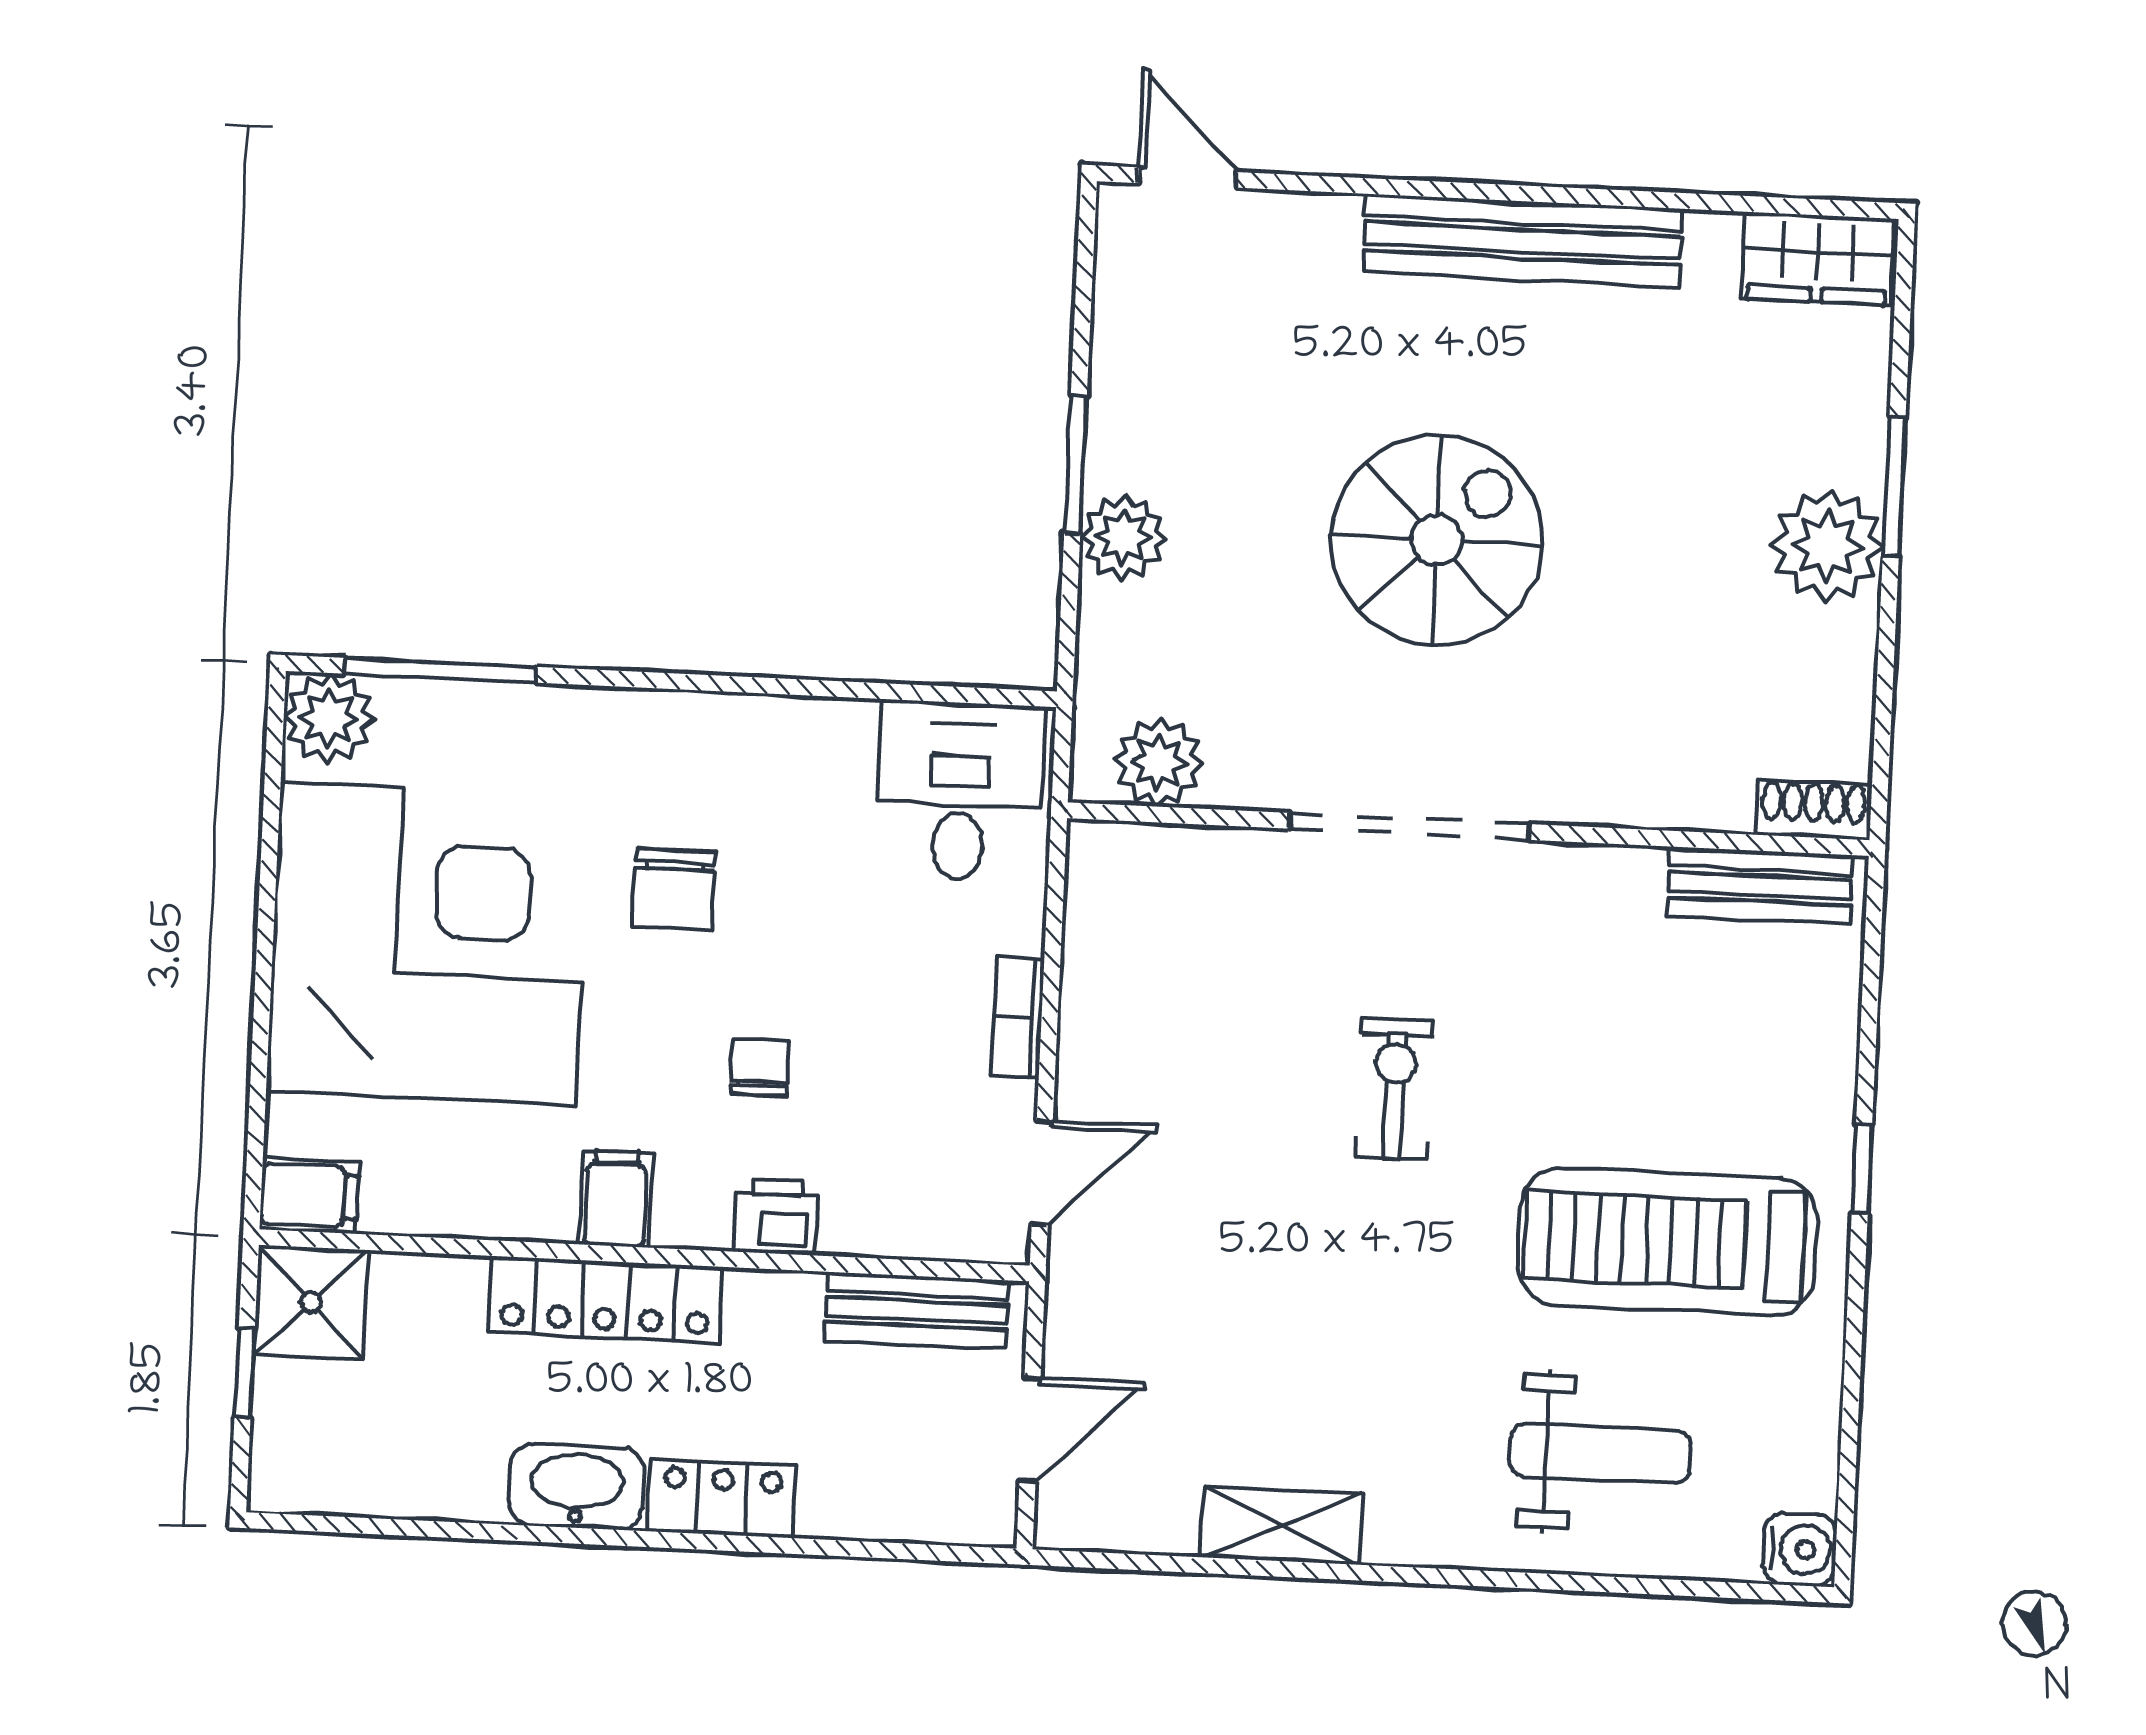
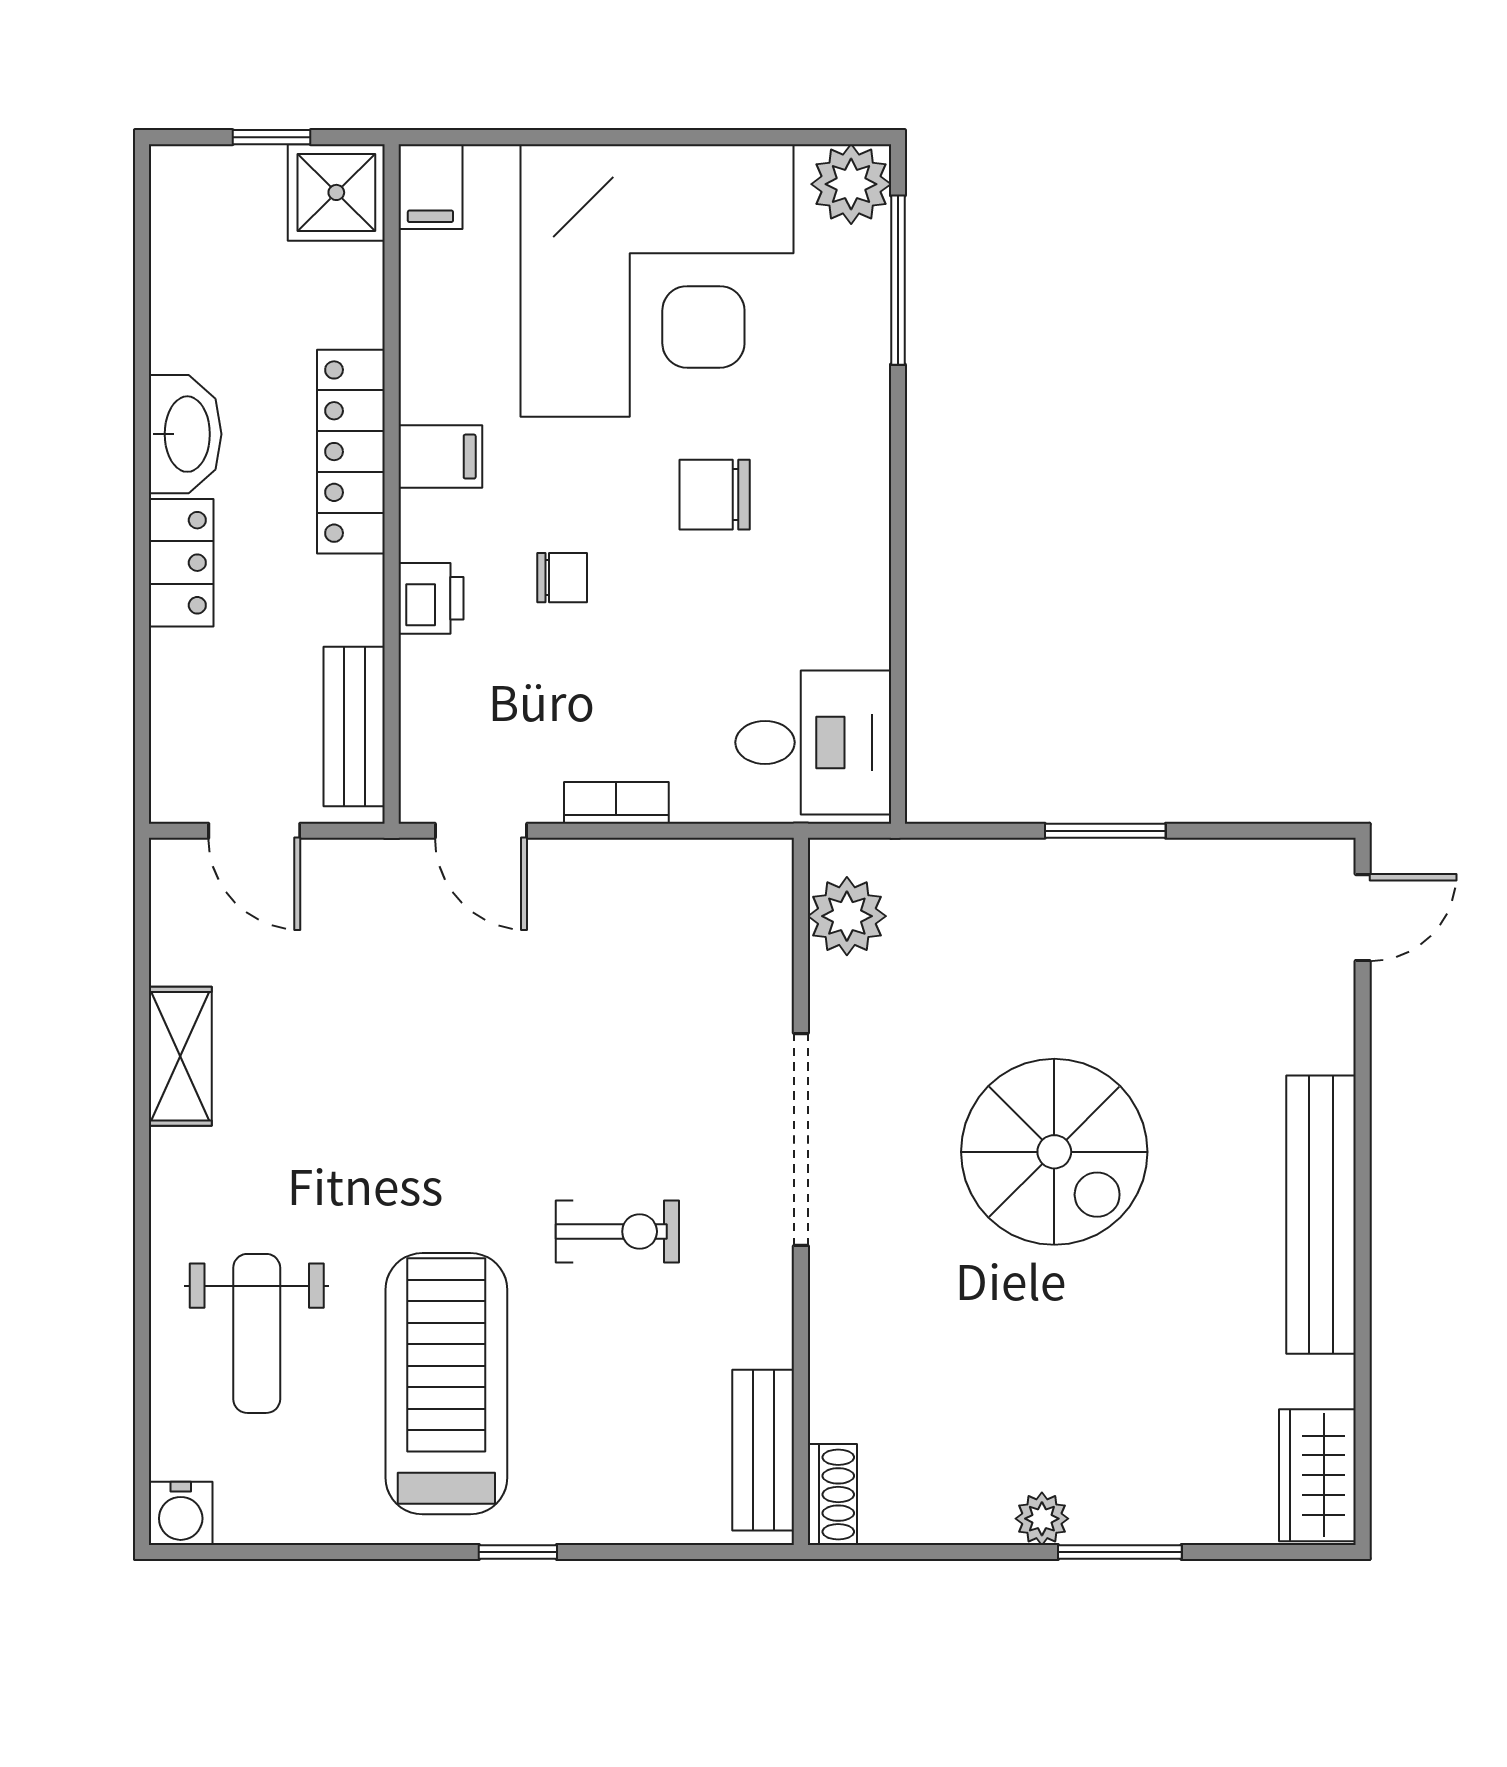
plant: (1123, 537) -> (1043, 876), removed
plant: (1827, 546) -> (1042, 1519), width x0.53, depth x0.53
exercise bike: (1395, 1089) -> (617, 1232), moved

